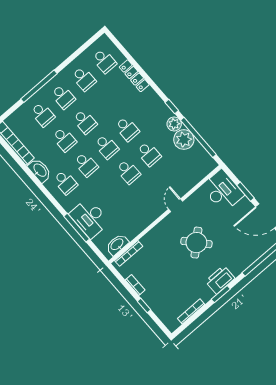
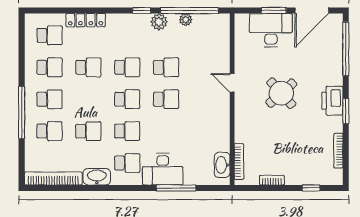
school desk: (85, 122) -> (88, 67), moved
plant: (184, 140) -> (186, 20), width x0.53, depth x0.53
desk: (223, 191) -> (271, 30), moved
desk: (89, 218) -> (163, 169), moved
window: (144, 305) -> (311, 188), moved

